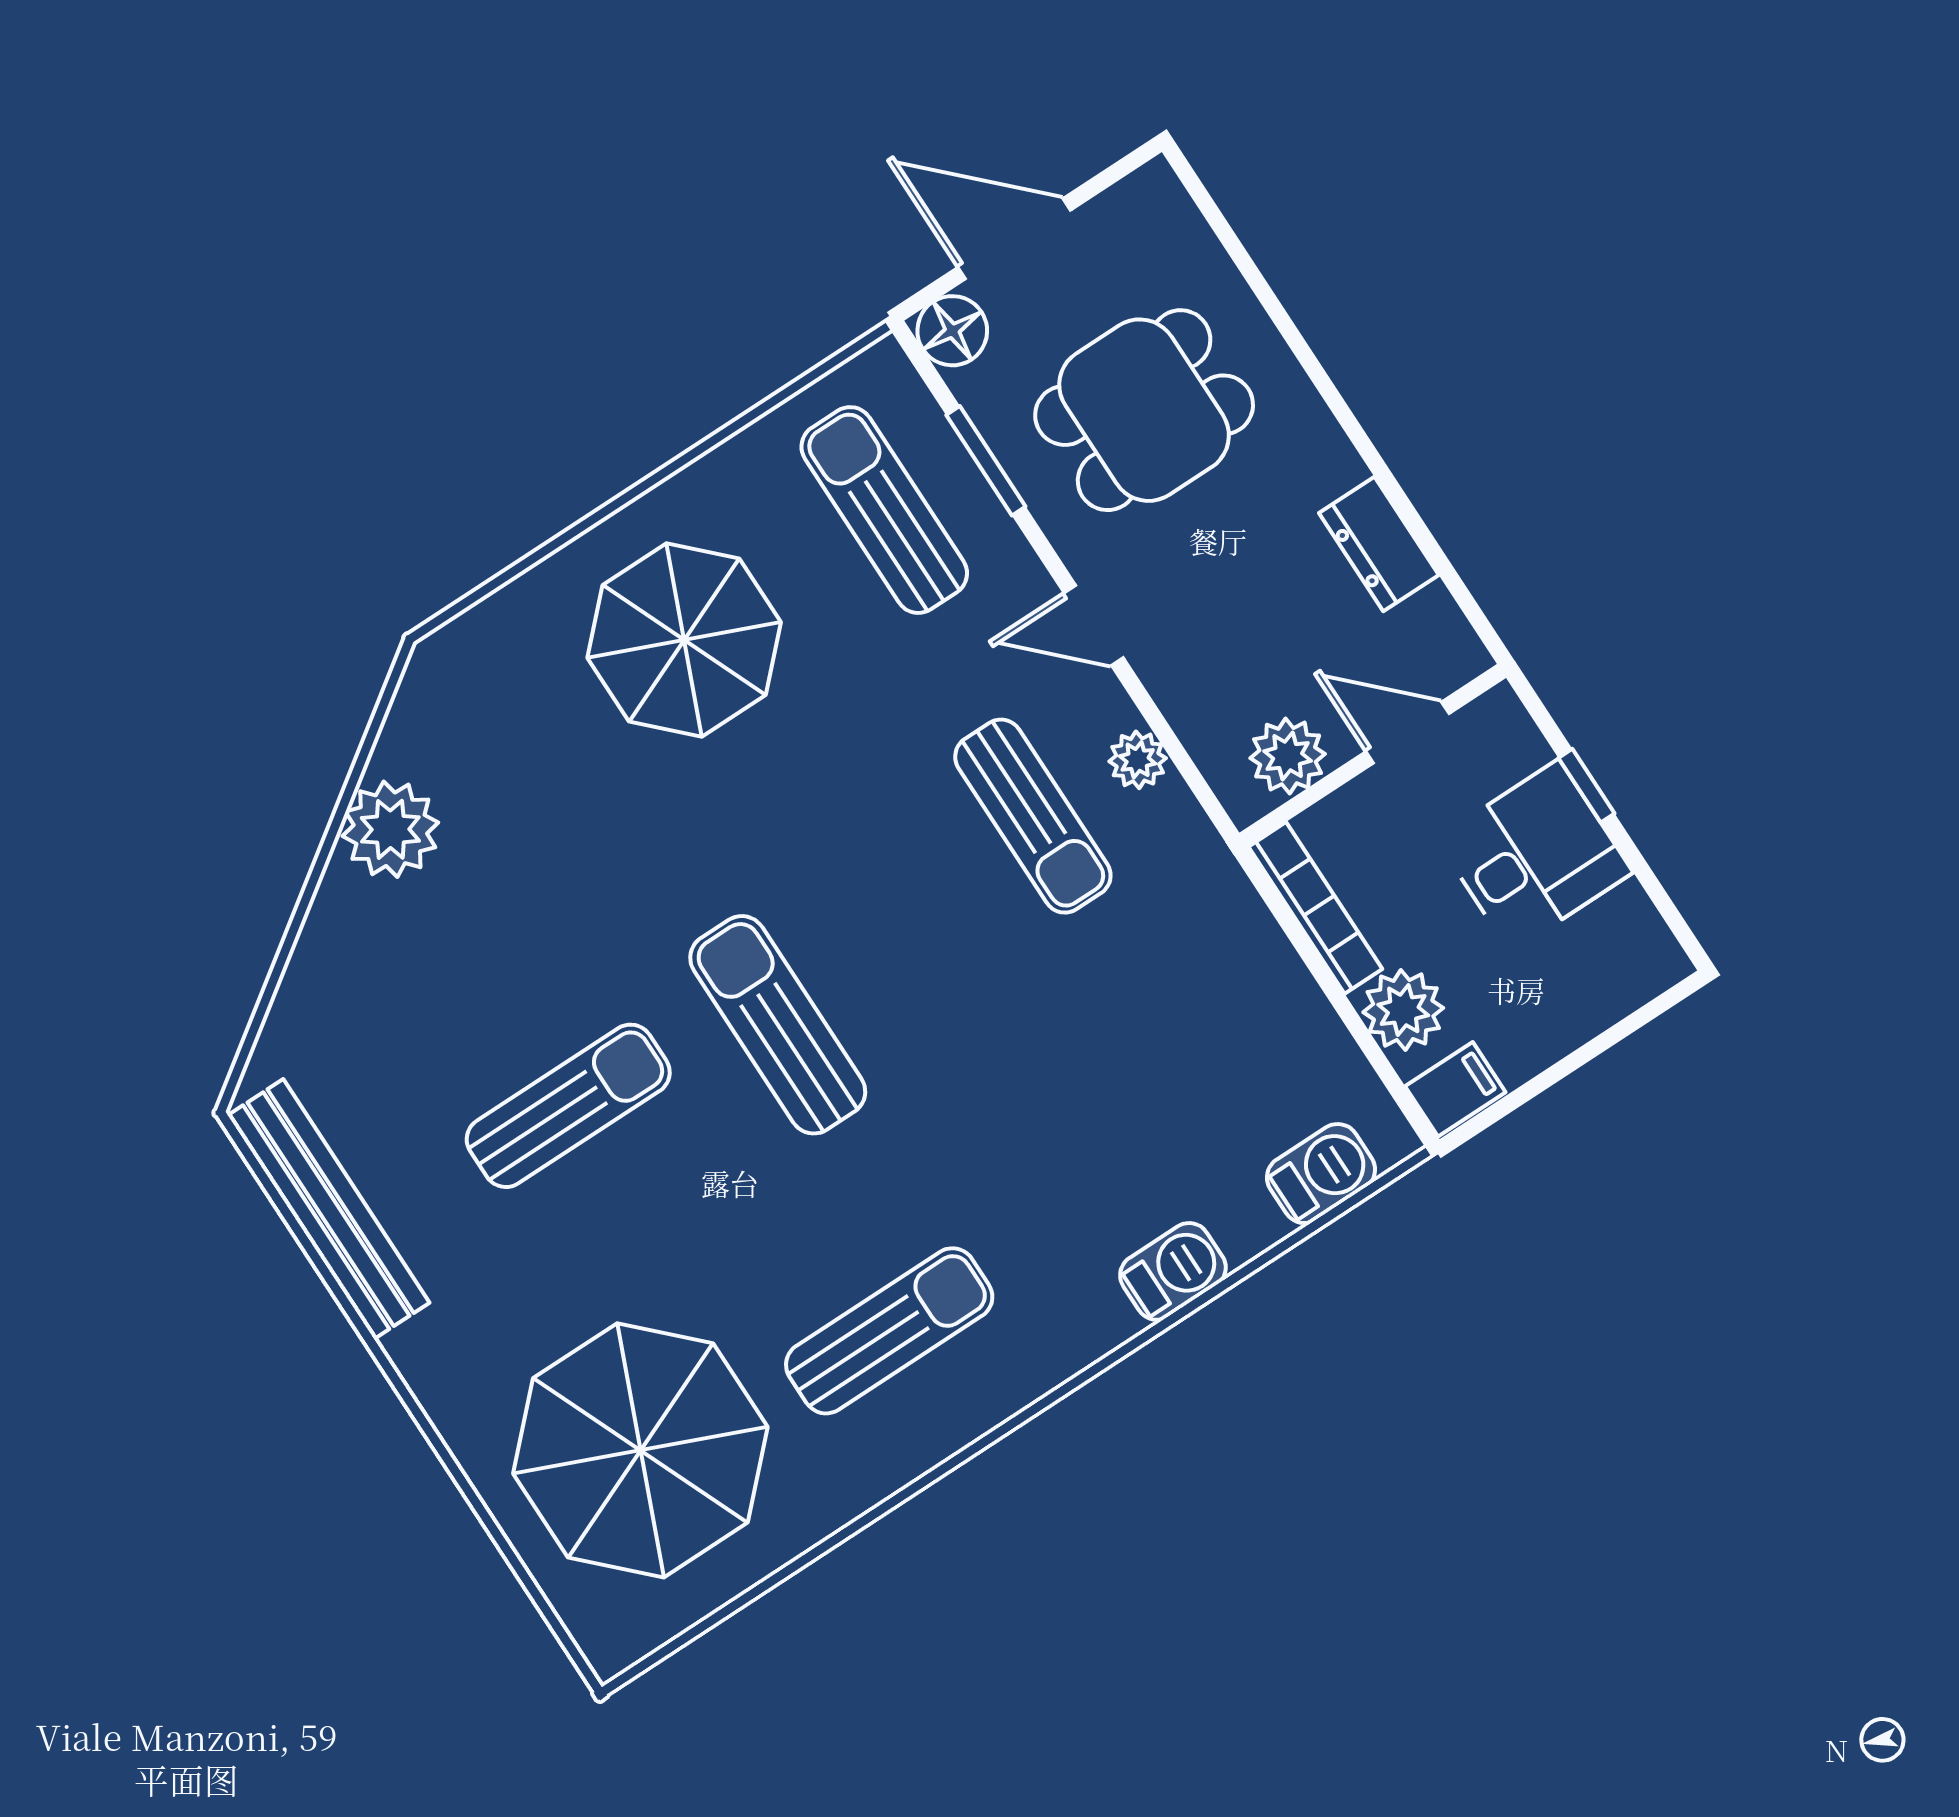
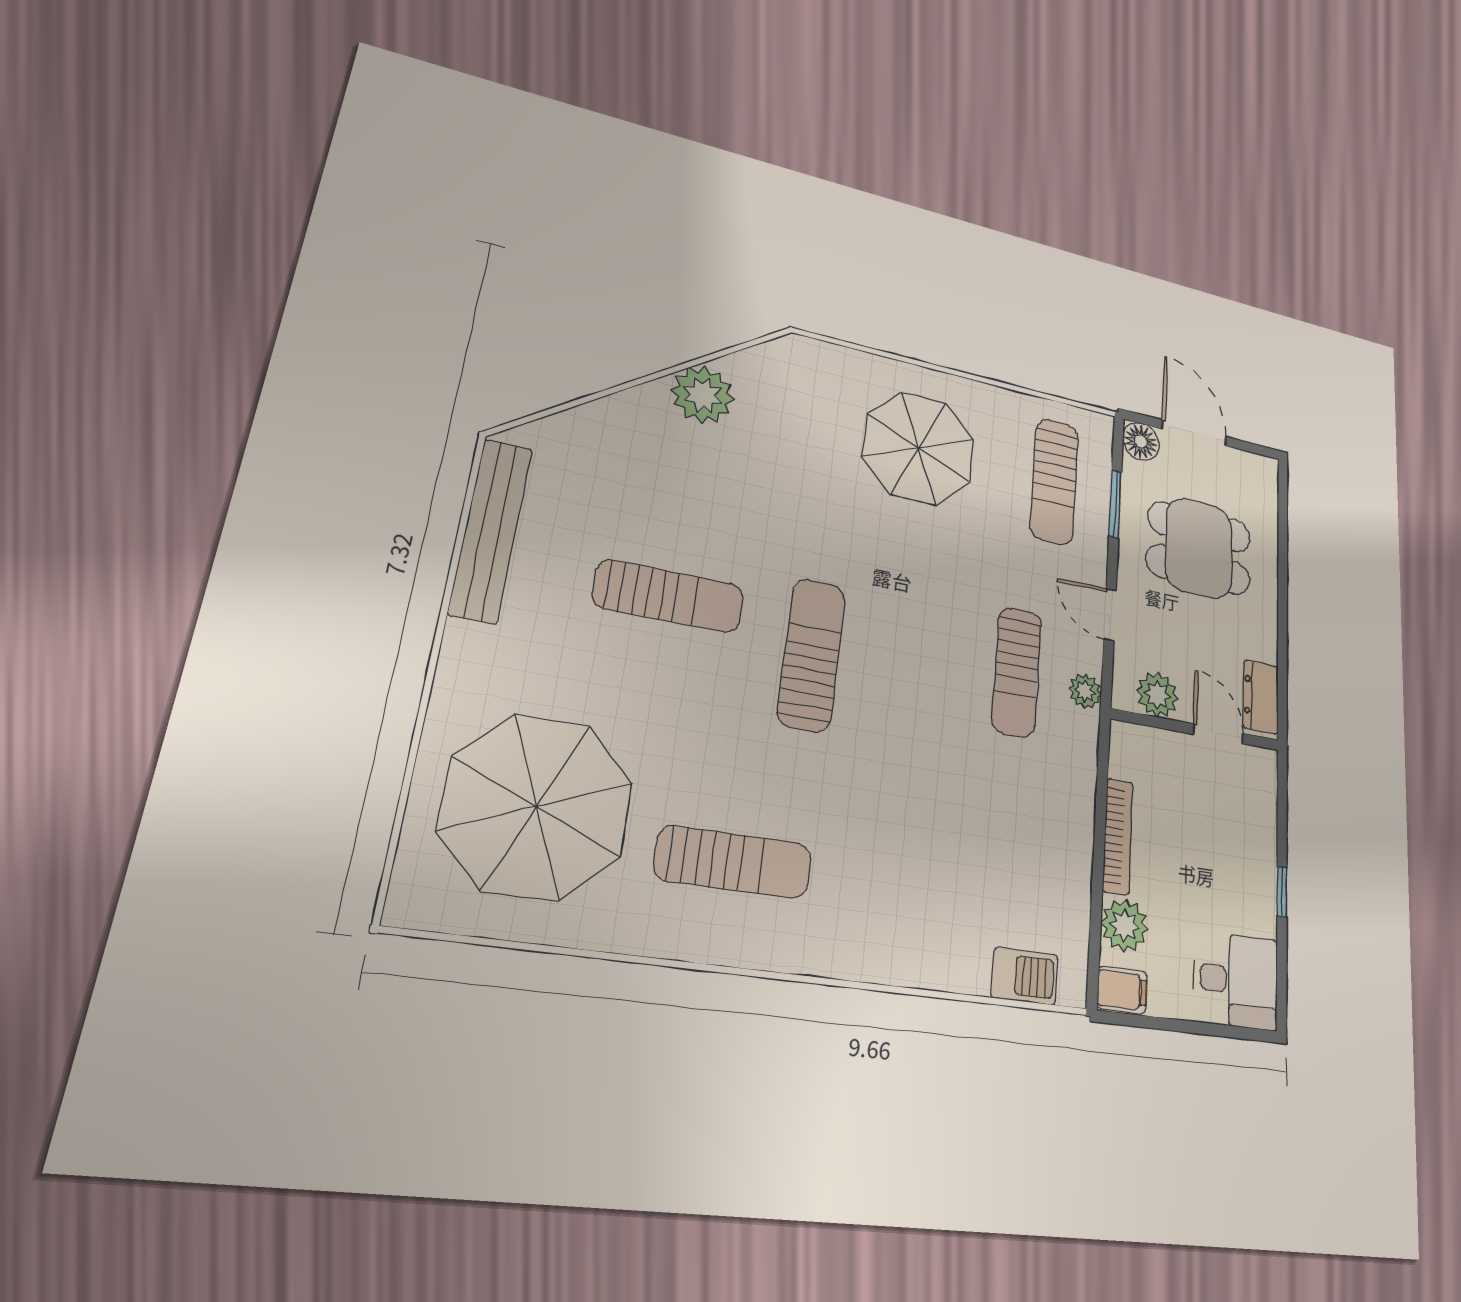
sun lounger: (884, 510) -> (1054, 481), turned 180
door: (1408, 732) -> (1218, 734), moved
wall: (1373, 755) -> (1196, 730), moved
plant: (1288, 756) -> (1157, 695), moved
desk: (1534, 856) -> (1236, 981), moved
barbecue: (1173, 1271) -> (910, 962), removed

